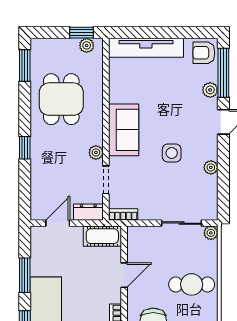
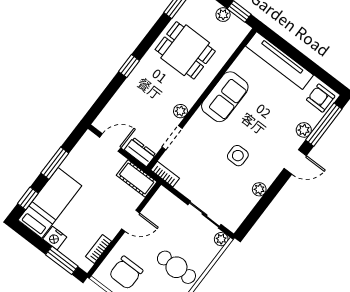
plant: (87, 45) -> (223, 15), moved
dining table: (61, 99) -> (185, 50), turned 90
sofa: (124, 130) -> (225, 97), moved

